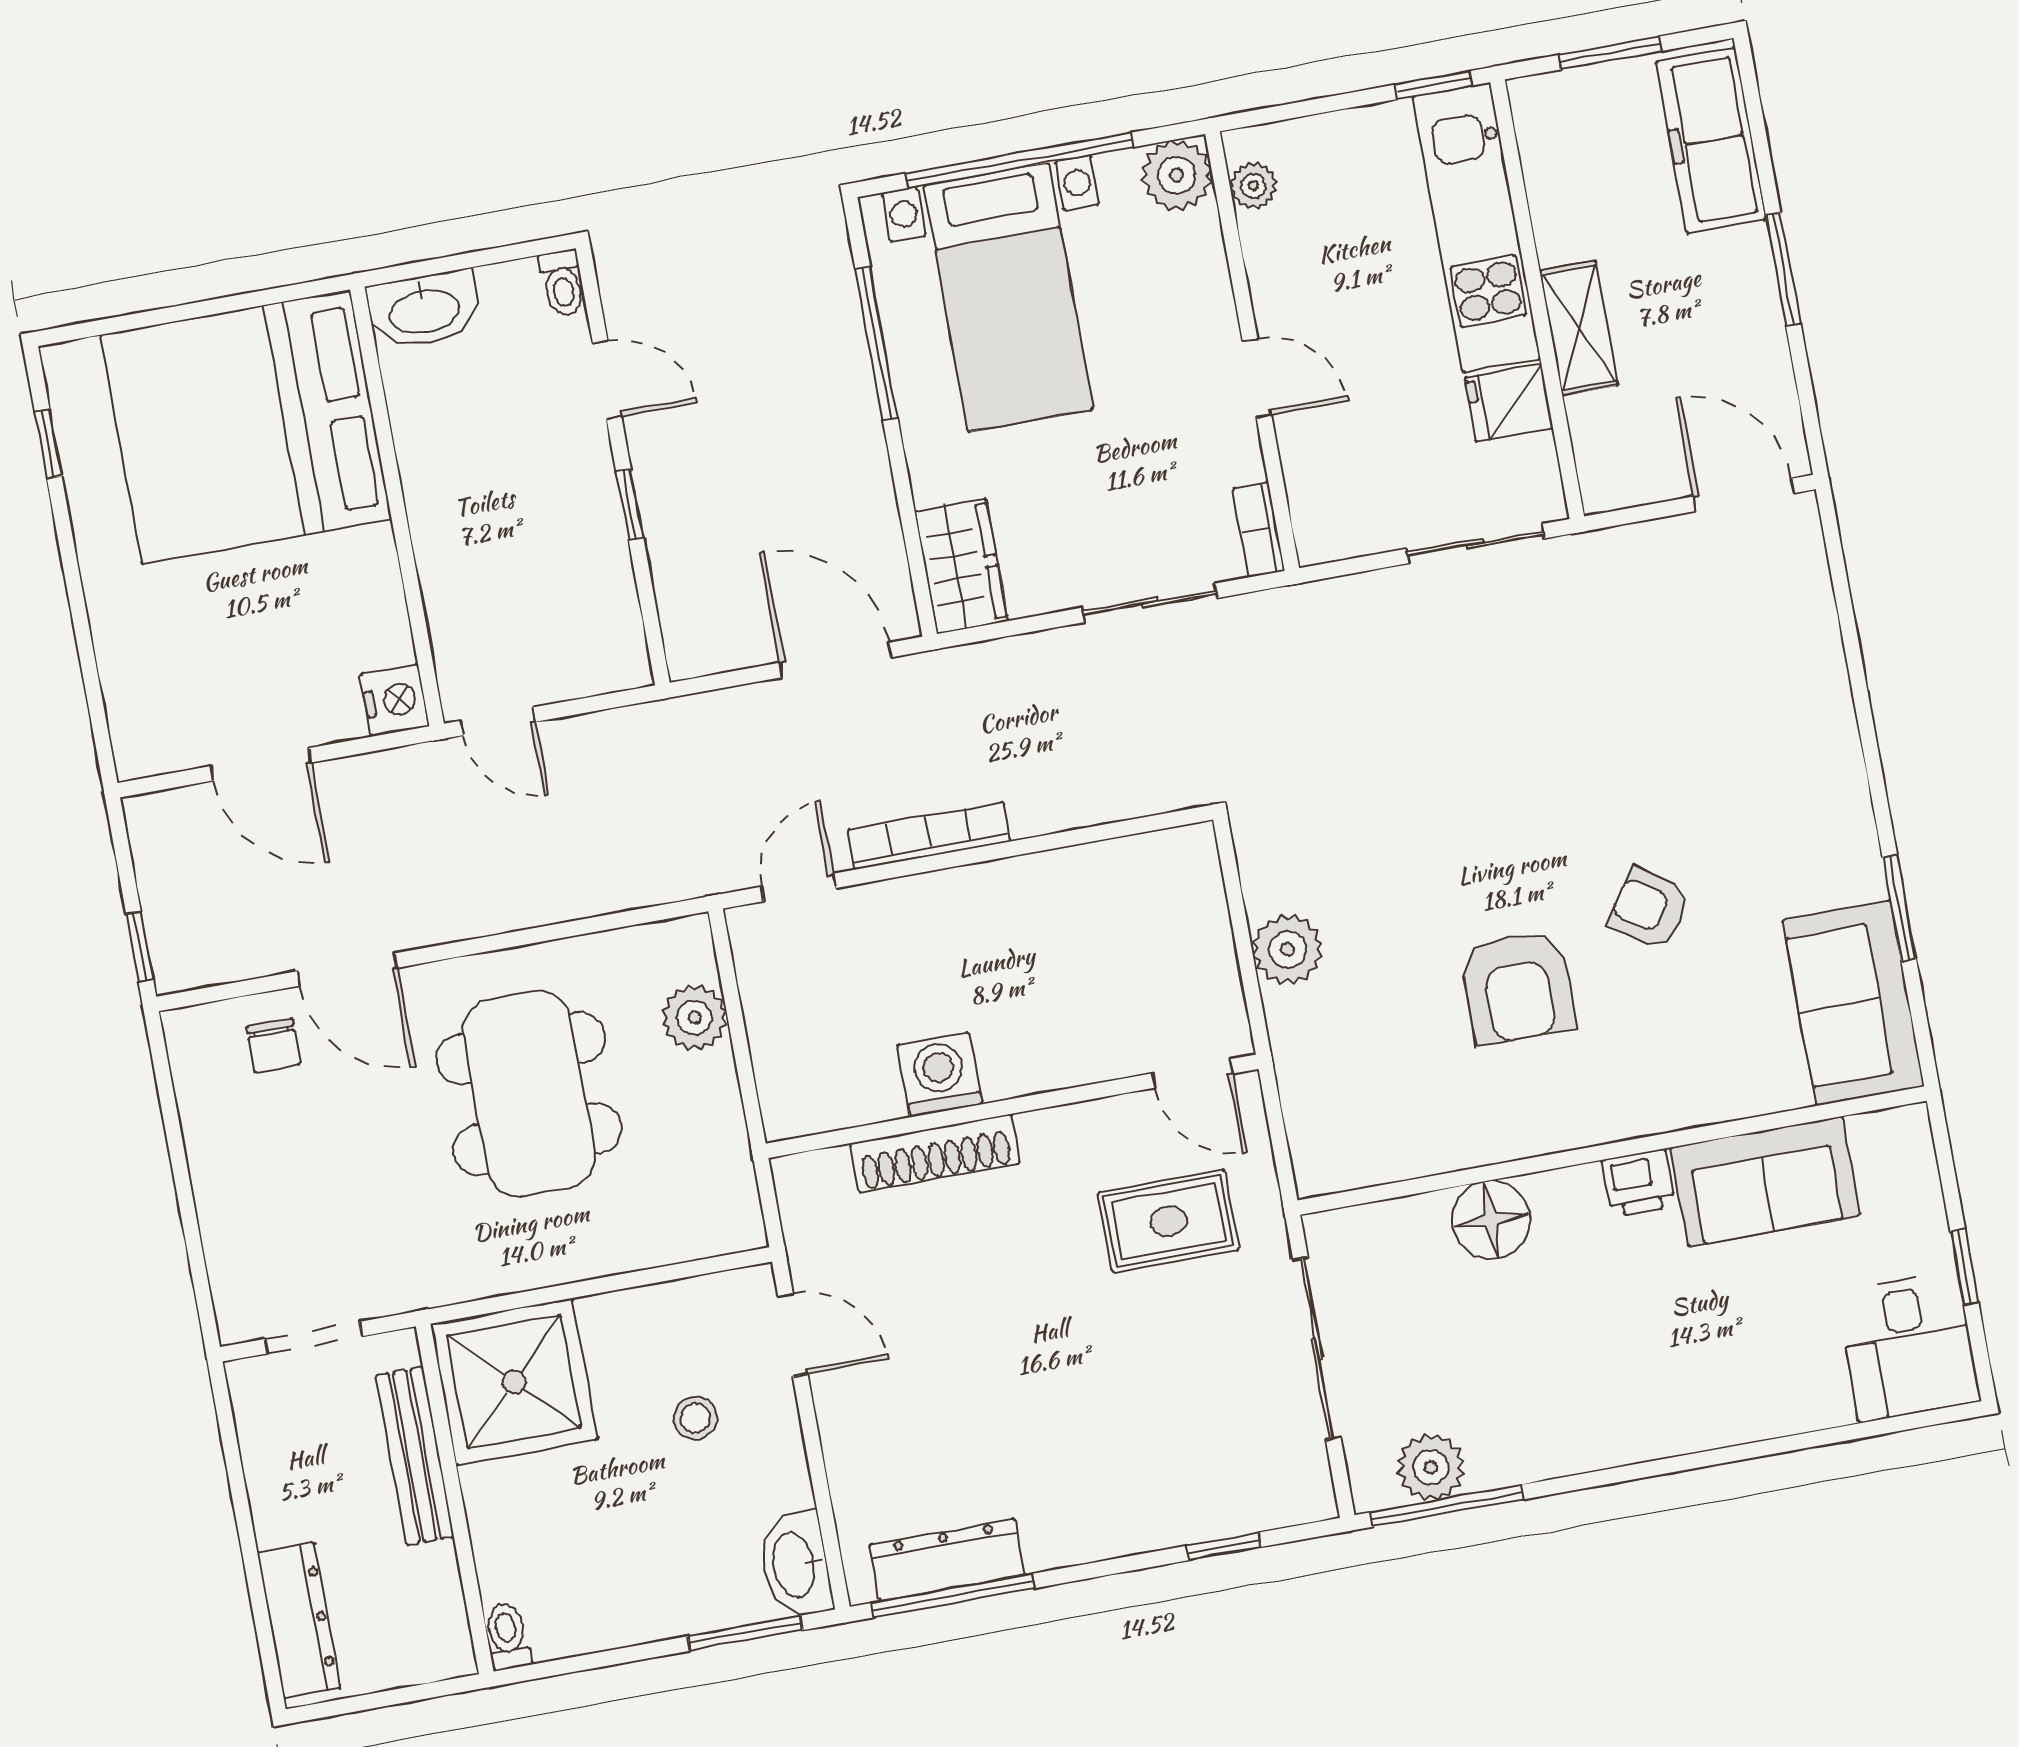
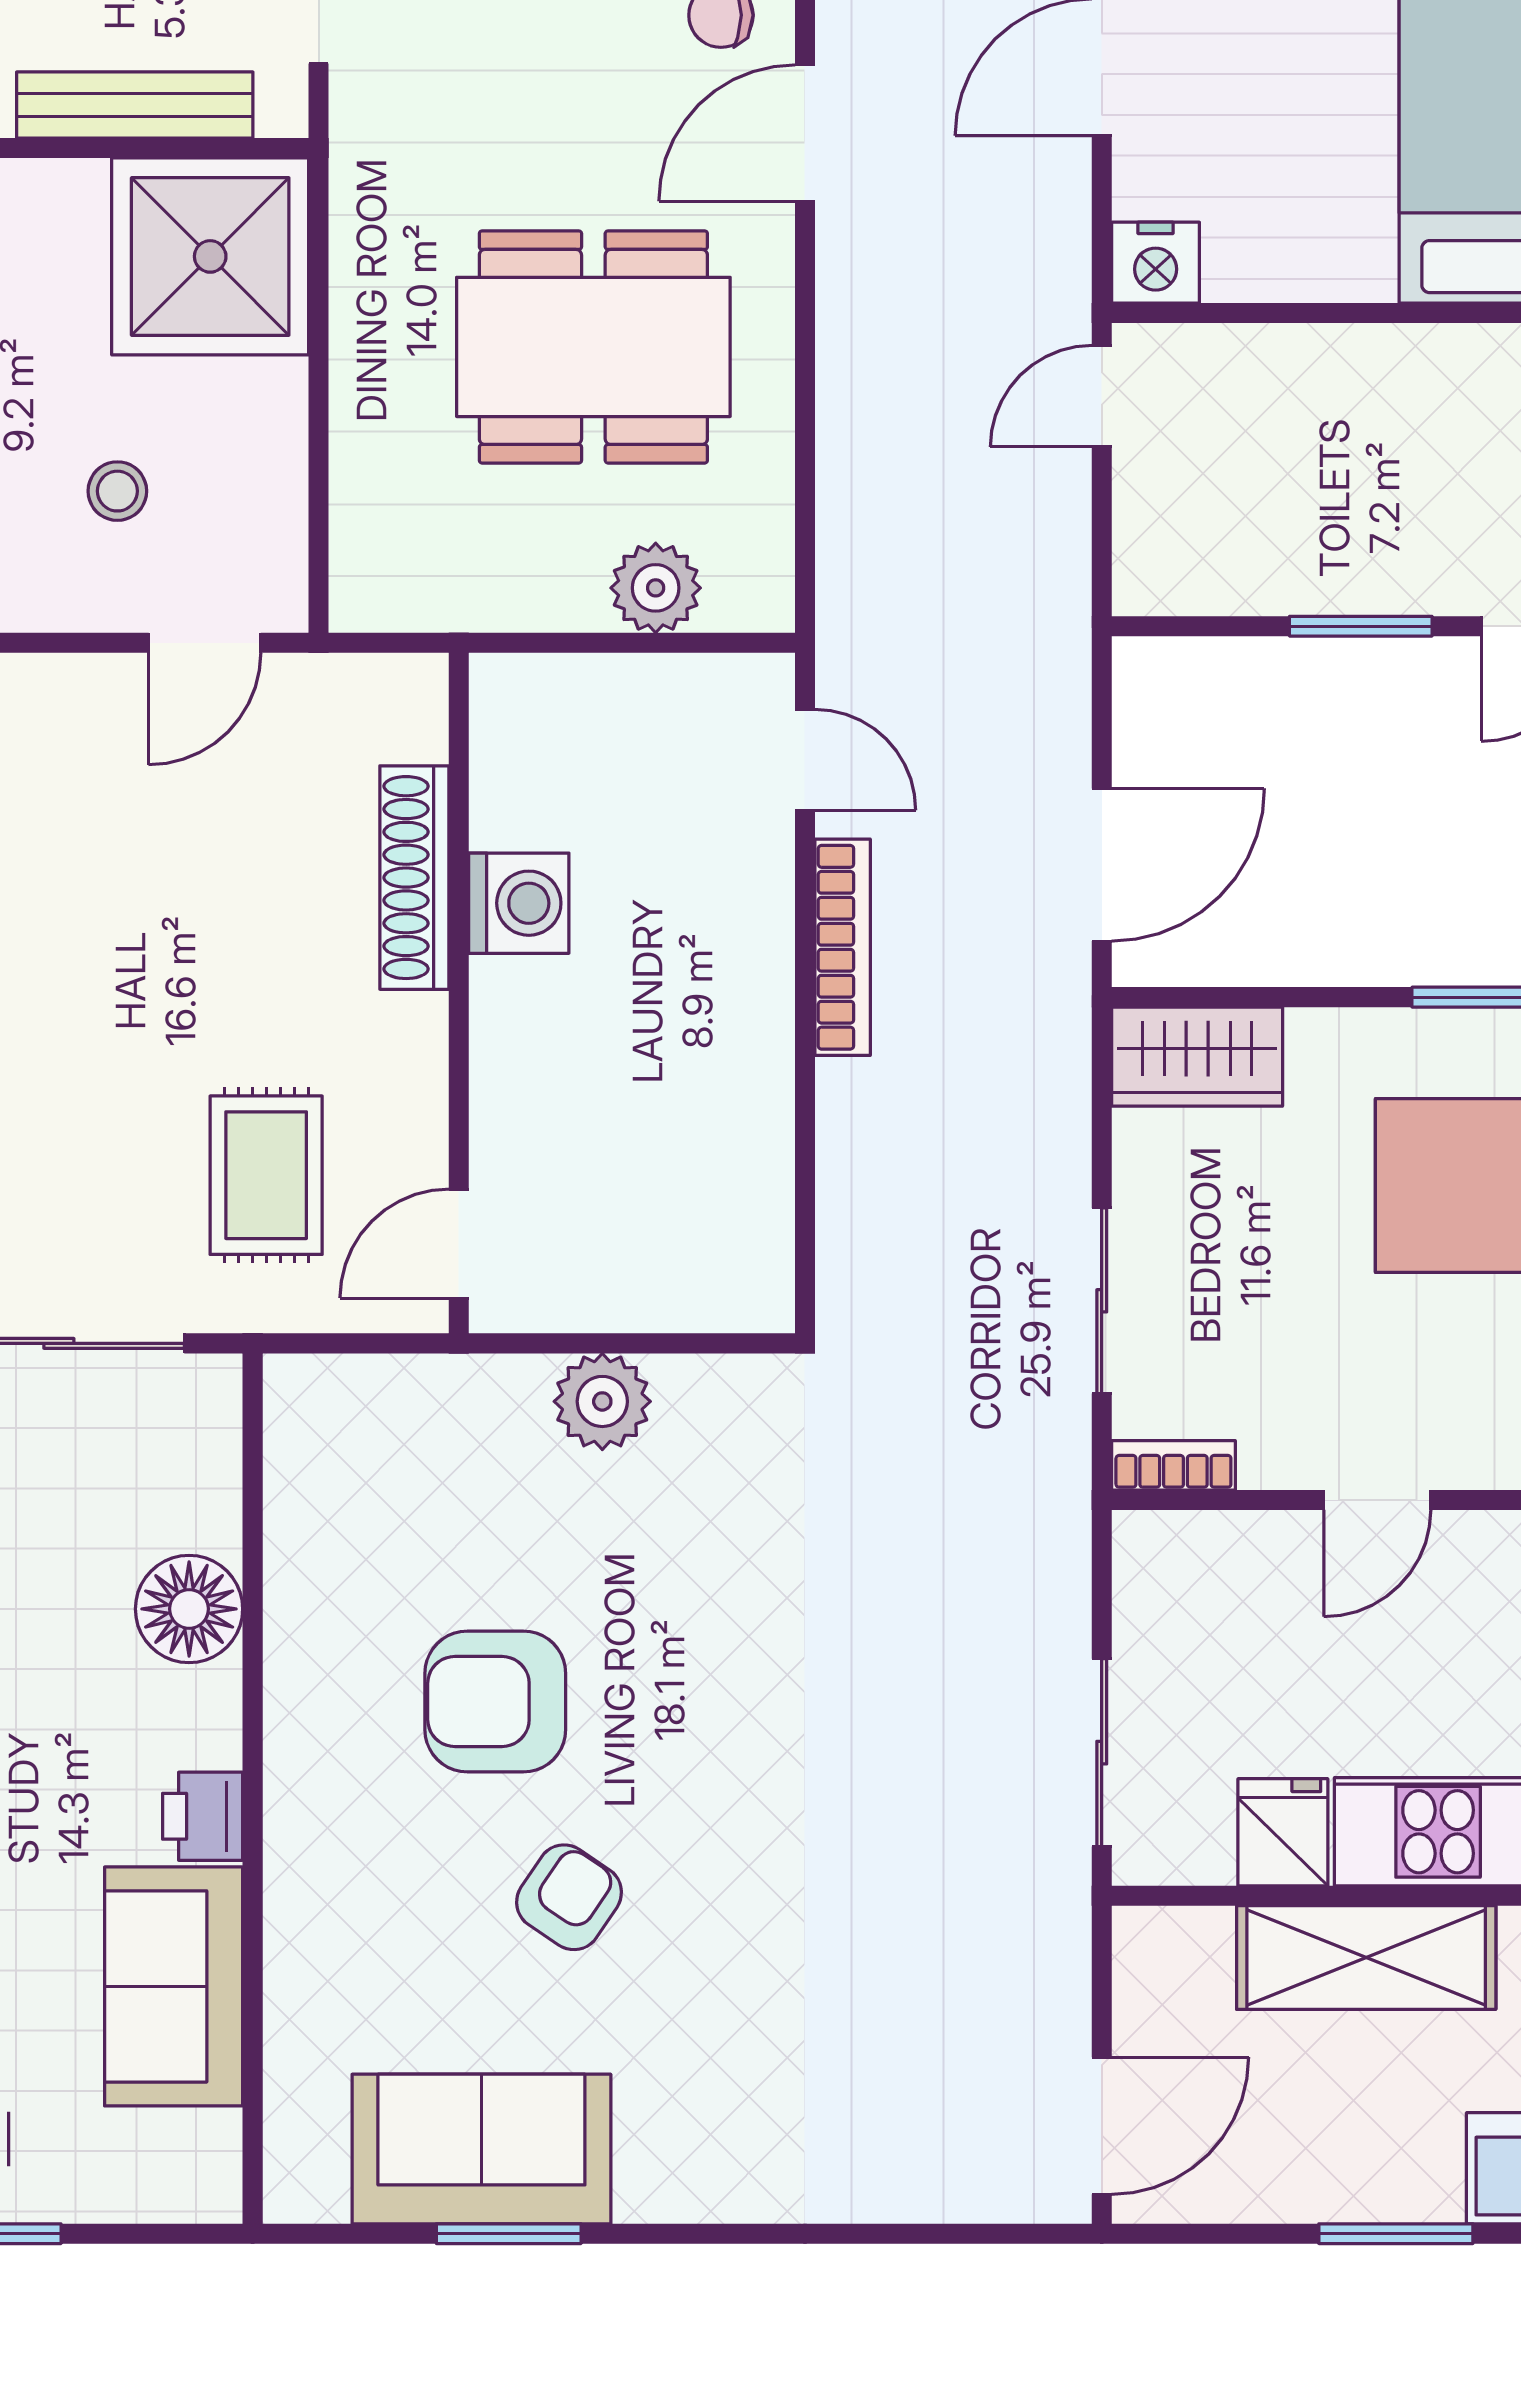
shelving: (1579, 328) -> (1366, 1957), width x1.50, depth x1.33
window: (630, 505) -> (1361, 626), width x1.50
sofa: (1854, 1003) -> (481, 2149), moved

